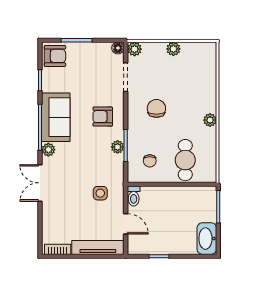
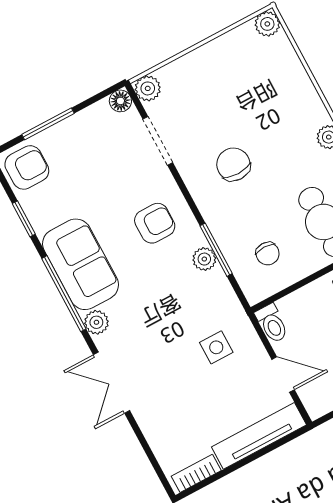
plant: (173, 49) -> (267, 24), moved
armchair: (103, 117) -> (155, 223), turned 180

